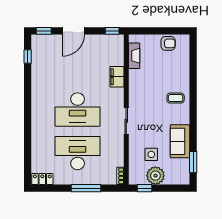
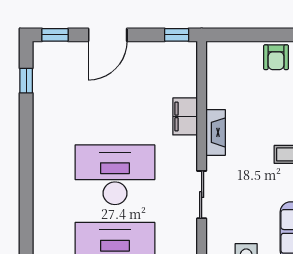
armchair: (168, 43) -> (276, 57), turned 90
fireplace: (134, 56) -> (216, 132), moved
desk: (78, 109) -> (115, 175), turned 180

